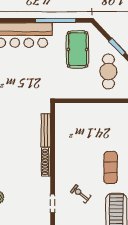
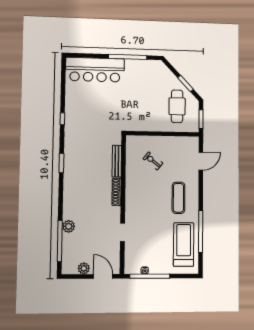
pool table: (78, 49) -> (148, 85), removed
exercise bike: (81, 194) -> (153, 161), moved

